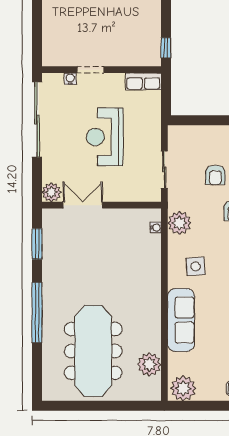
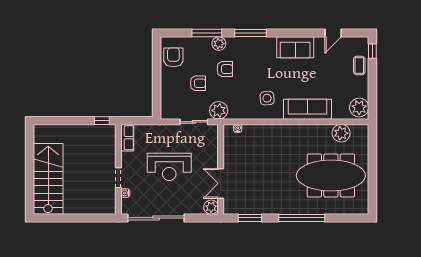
plant: (179, 223) -> (219, 110), moved

